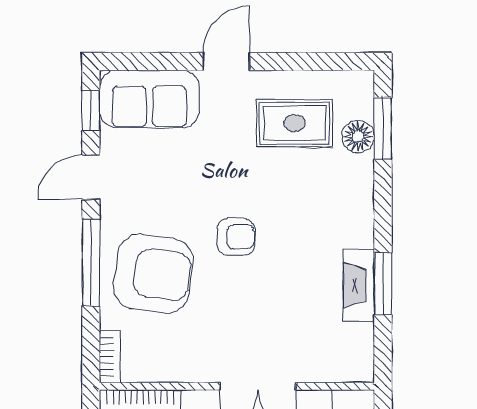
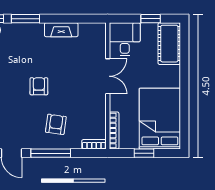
armchair: (153, 274) -> (56, 124), width x0.53, depth x0.53
window: (383, 284) -> (26, 19), moved

